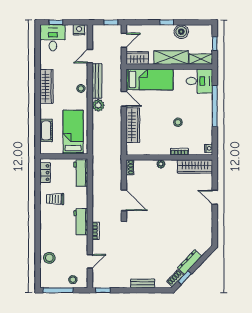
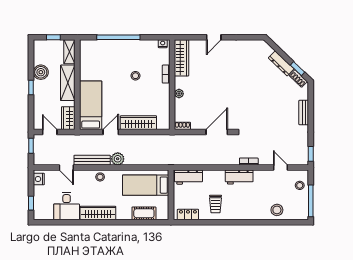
desk: (53, 38) -> (67, 206), moved, turned -90
desk: (199, 81) -> (92, 53), removed

